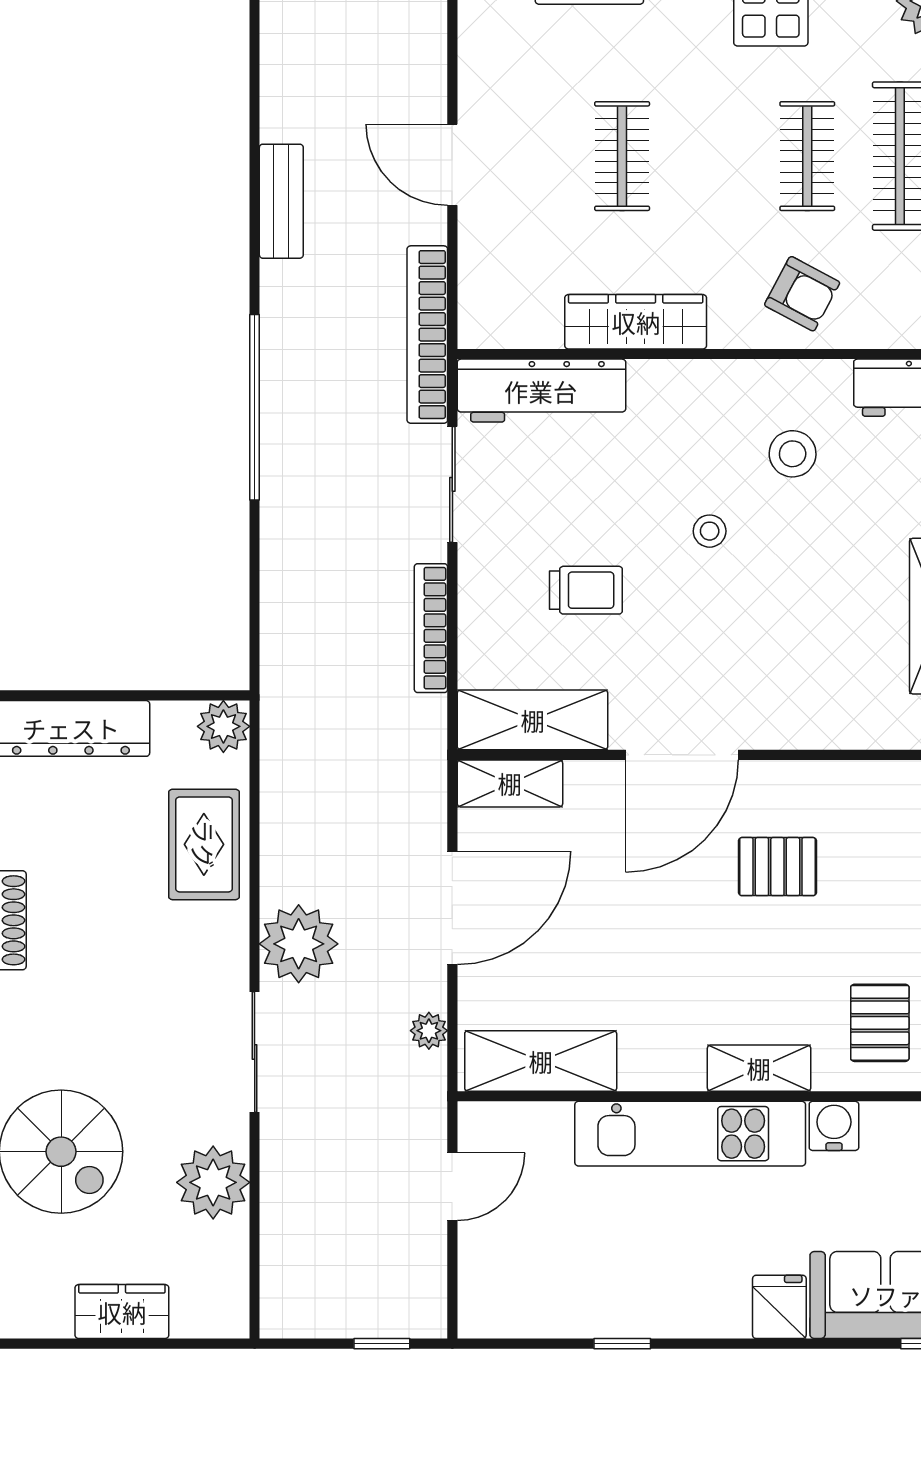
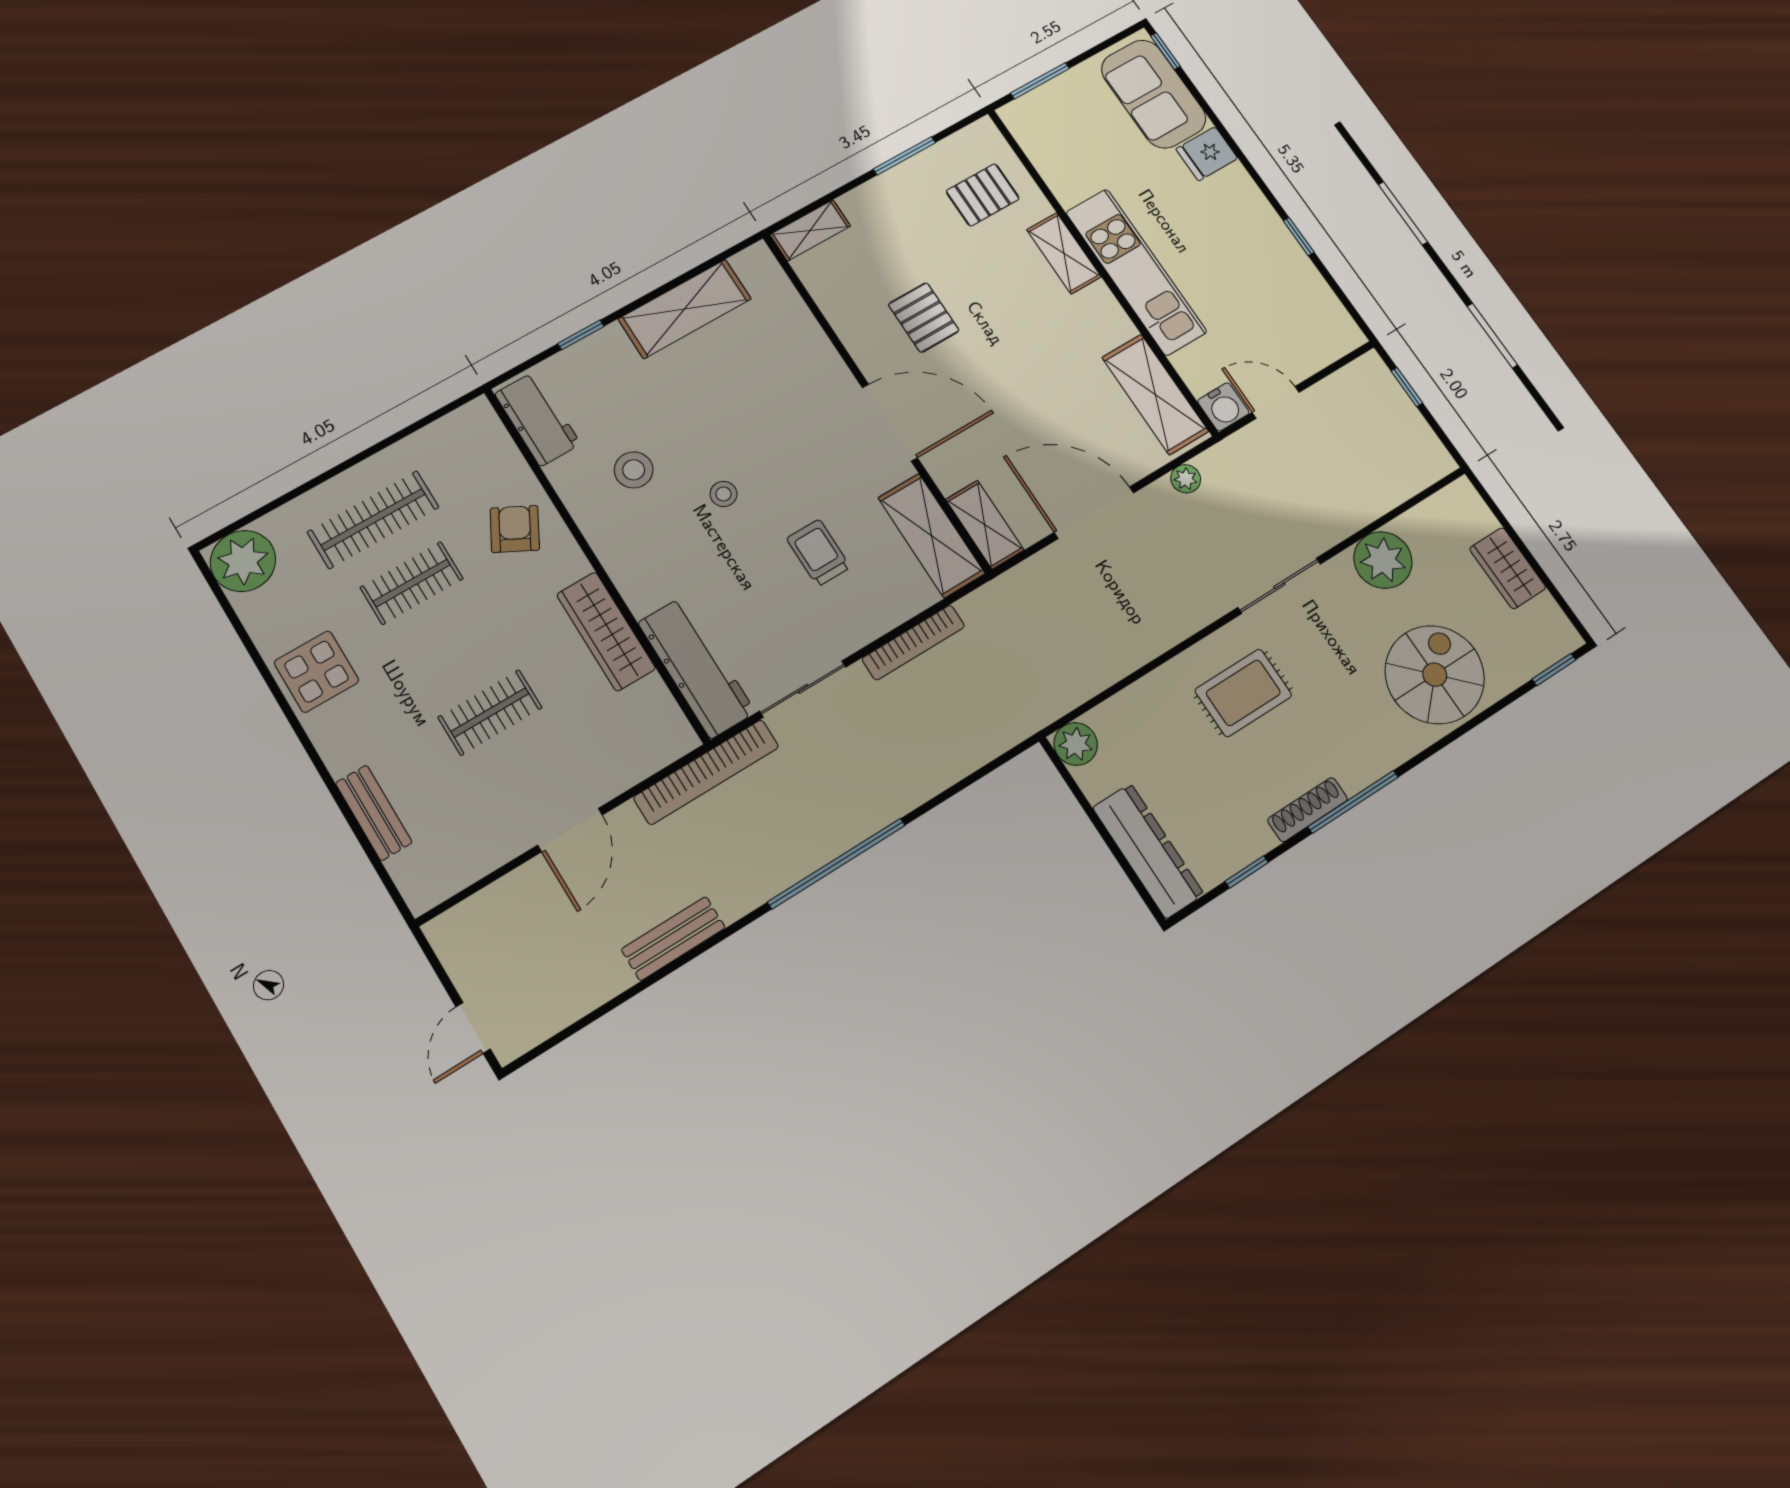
rug: (204, 844) -> (1243, 693), moved
plant: (299, 944) -> (1188, 601), removed
water cooler: (834, 1126) -> (1223, 407), moved, turned -90

